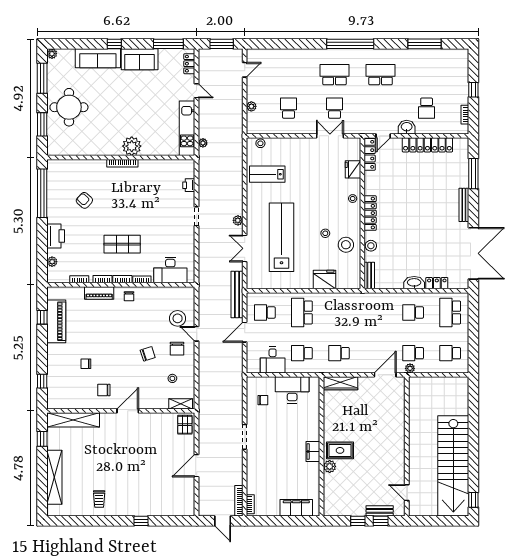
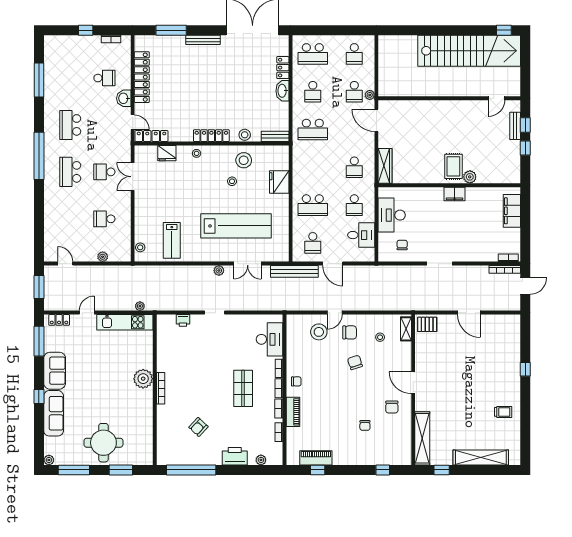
lab bench: (282, 237) -> (236, 226), turned 180
school desk: (376, 312) -> (313, 130), added
piano: (56, 321) -> (316, 458), width x0.73, depth x0.75

